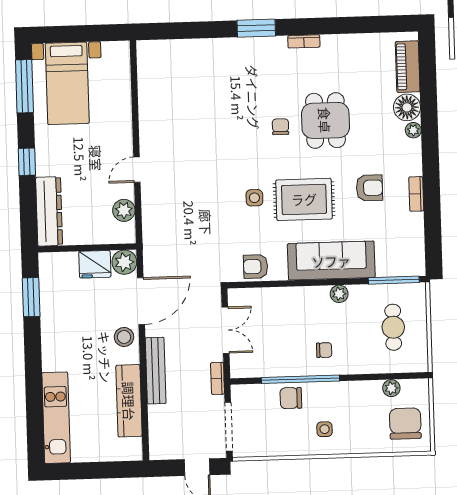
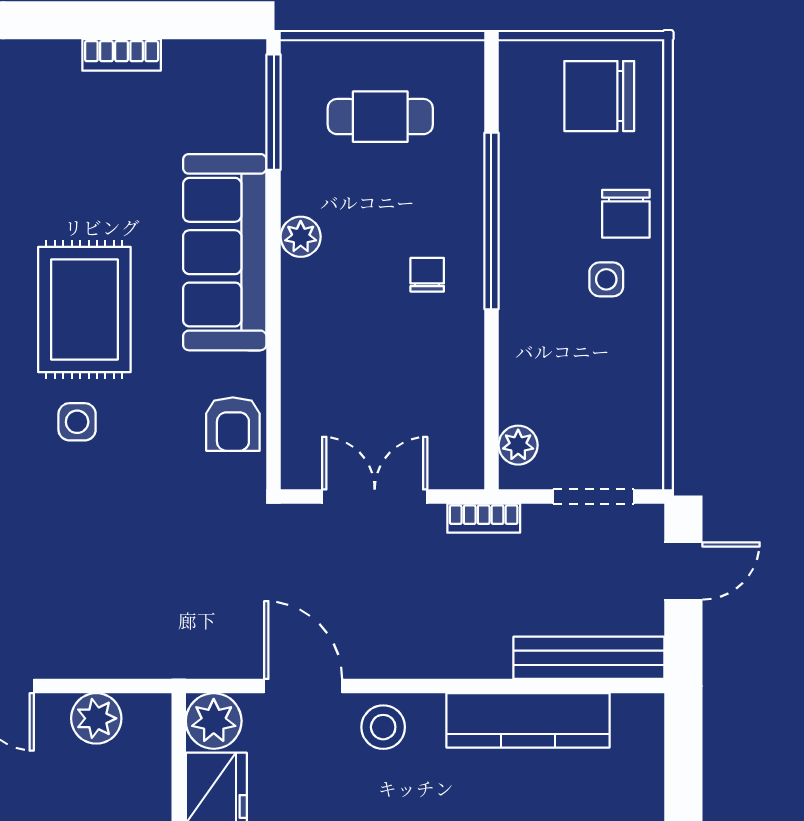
armchair: (369, 188) -> (63, 160), removed
bookcase: (416, 194) -> (122, 55), moved
door: (141, 301) -> (303, 686), width x0.73
bench: (156, 371) -> (589, 658), moved
window: (300, 379) -> (491, 221), moved
plant: (391, 388) -> (518, 445), moved
chair: (291, 398) -> (626, 214), moved
doorway: (229, 427) -> (594, 497), width x0.73

